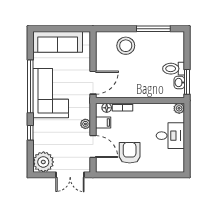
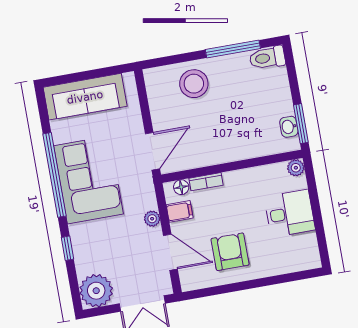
toilet: (174, 69) -> (267, 58), moved

